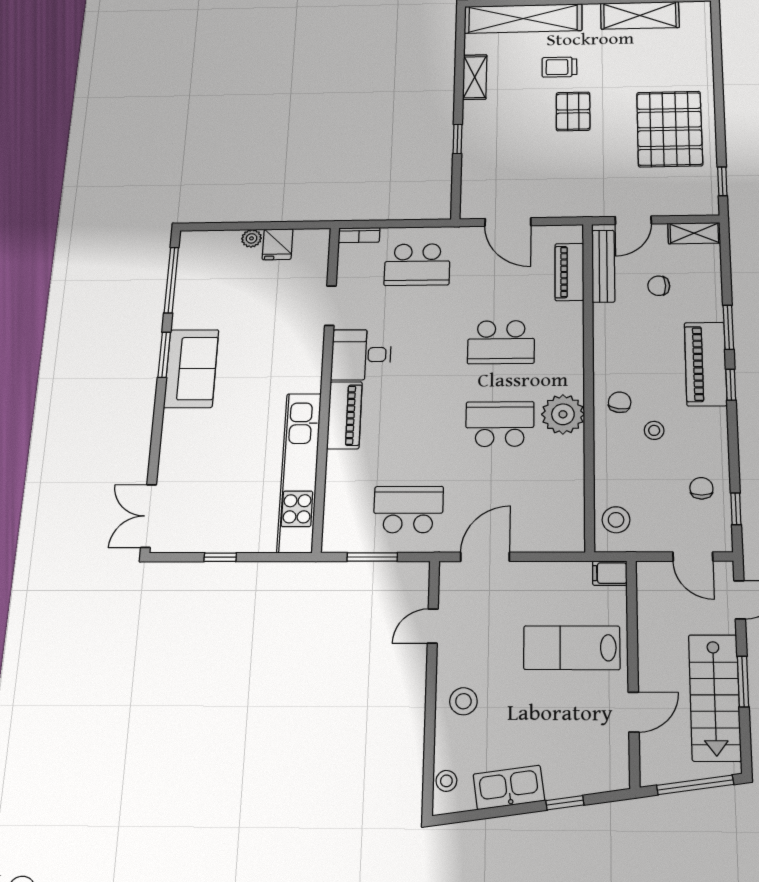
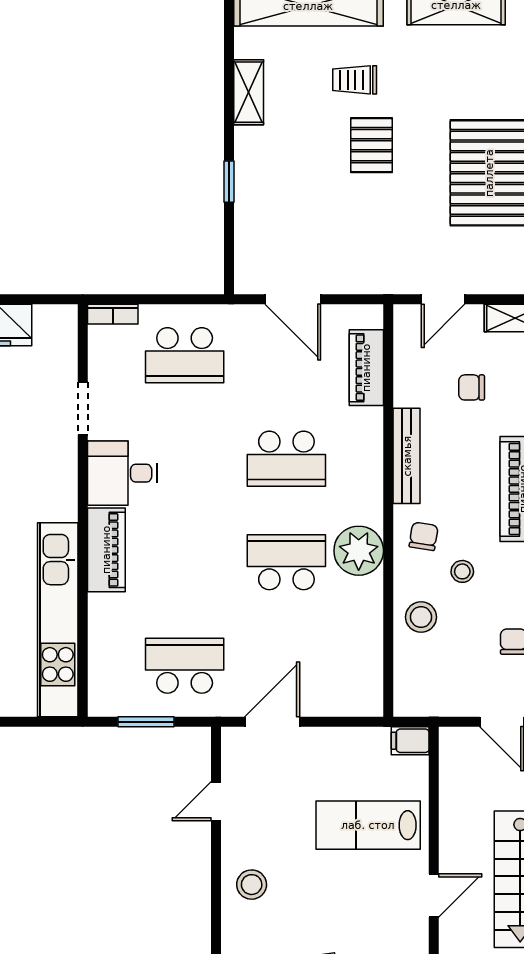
bench: (603, 266) -> (407, 456), moved
stool: (616, 520) -> (421, 617), moved

